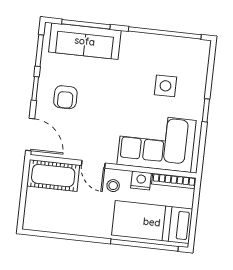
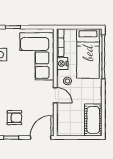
door: (93, 164) -> (55, 95), hinge flipped
cot: (53, 176) -> (93, 120), moved

